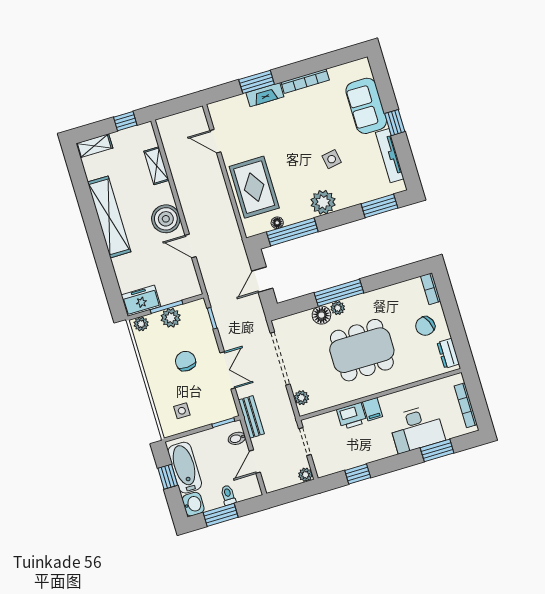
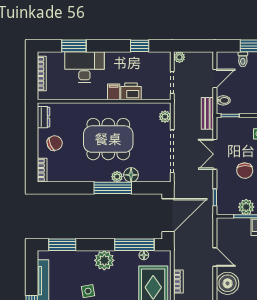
bookcase: (226, 203) -> (178, 282), added
door: (262, 280) -> (168, 215), width x1.88

